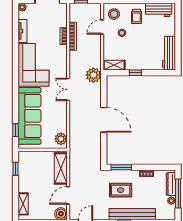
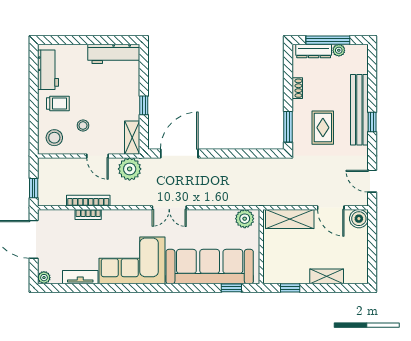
door: (102, 27) -> (98, 156), moved
plant: (93, 75) -> (130, 169), moved
door: (104, 120) -> (179, 153), moved
shelving: (23, 204) -> (327, 276), moved

